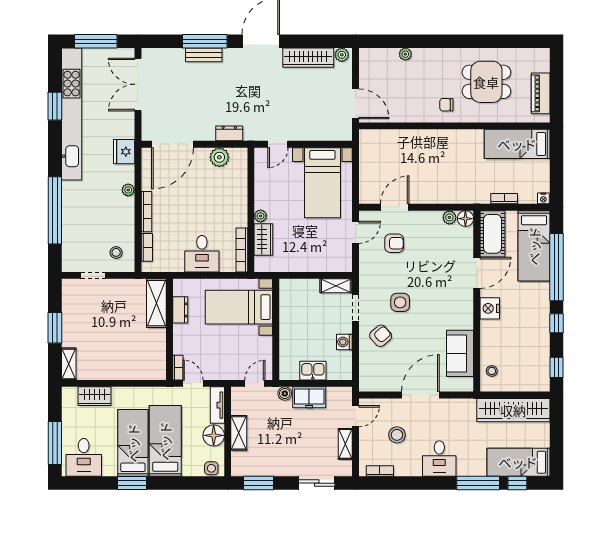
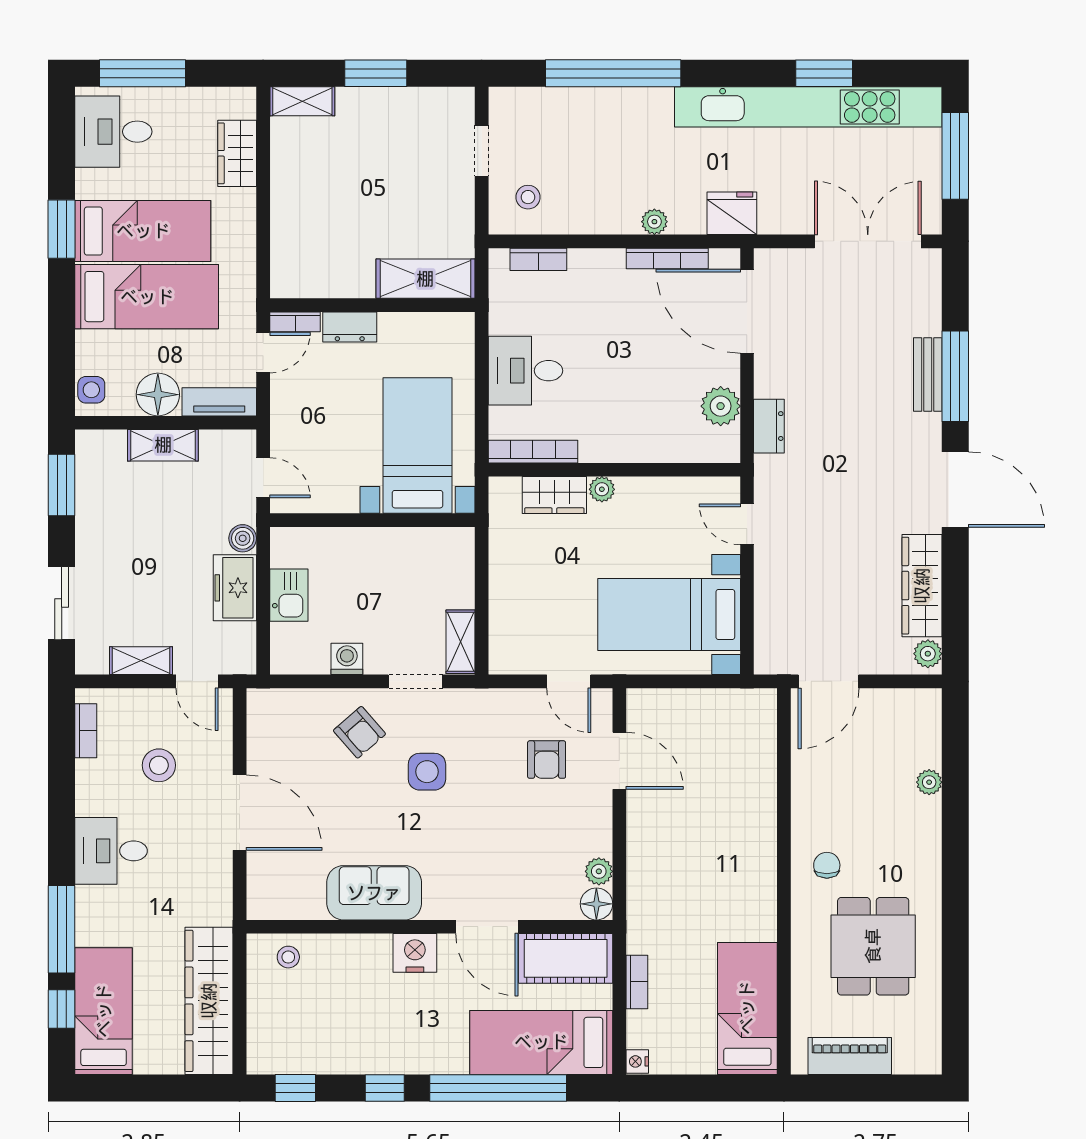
bookcase: (146, 212) -> (667, 258), moved
dresser: (180, 310) -> (350, 327), moved
sofa: (460, 353) -> (374, 893), moved

